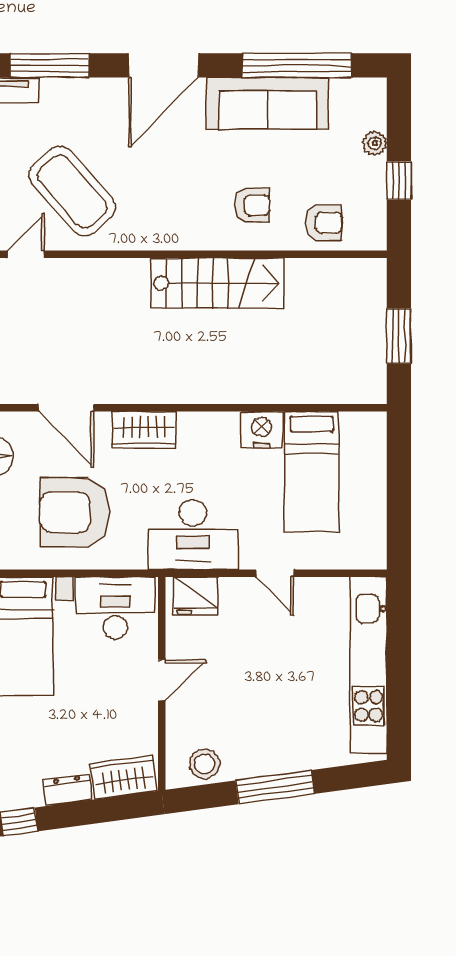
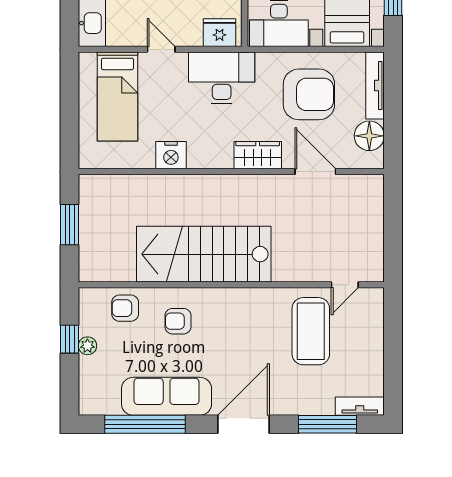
plant: (375, 143) -> (87, 346), moved
coffee table: (72, 191) -> (311, 331), turned 41
stairs: (217, 283) -> (204, 254), width x1.36, depth x1.51
bed: (312, 472) -> (118, 97), moved, turned 180

